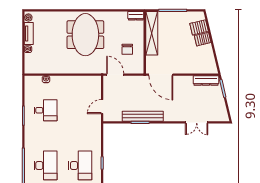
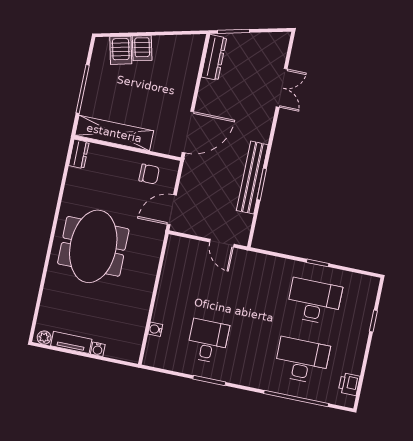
meeting table: (85, 35) -> (93, 246), turned 90
chair: (127, 49) -> (149, 174), moved

